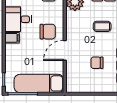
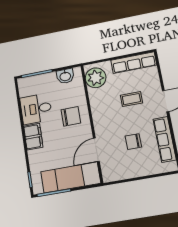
filing cabinet: (12, 38) -> (33, 137), width x2.00
door: (65, 50) -> (96, 150), moved

